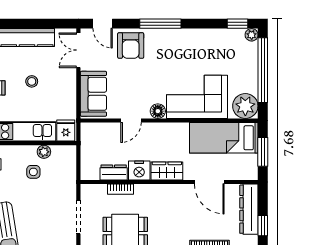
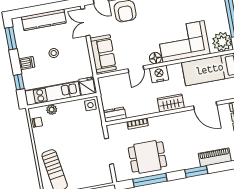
plant: (44, 152) -> (52, 110), moved
nightstand: (139, 171) -> (159, 74), moved, turned 180
side table: (33, 172) -> (90, 105), moved
dresser: (114, 172) -> (115, 115), moved

